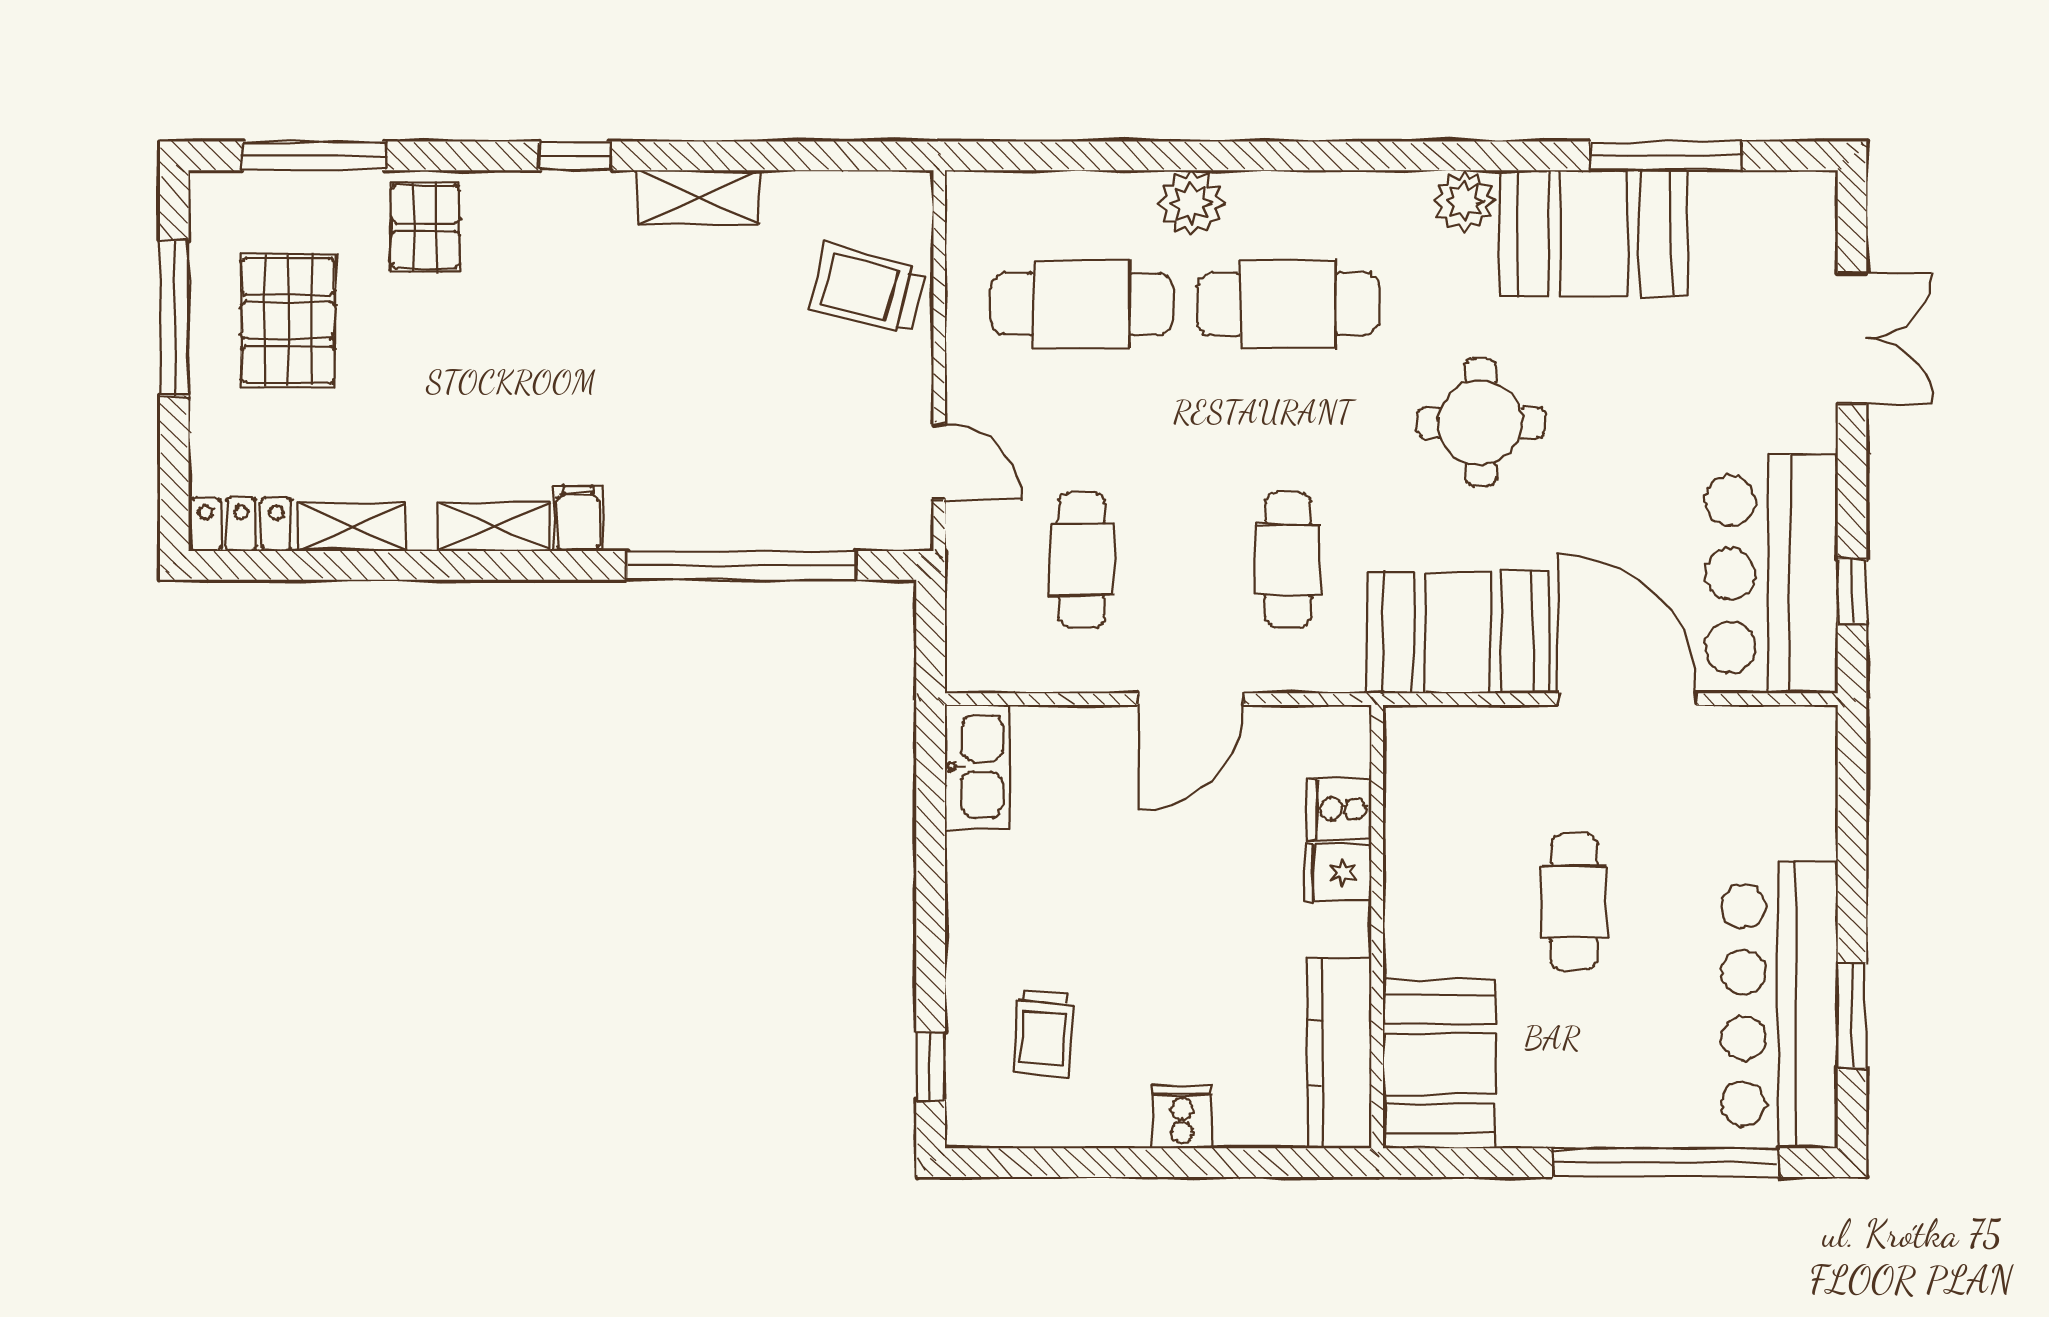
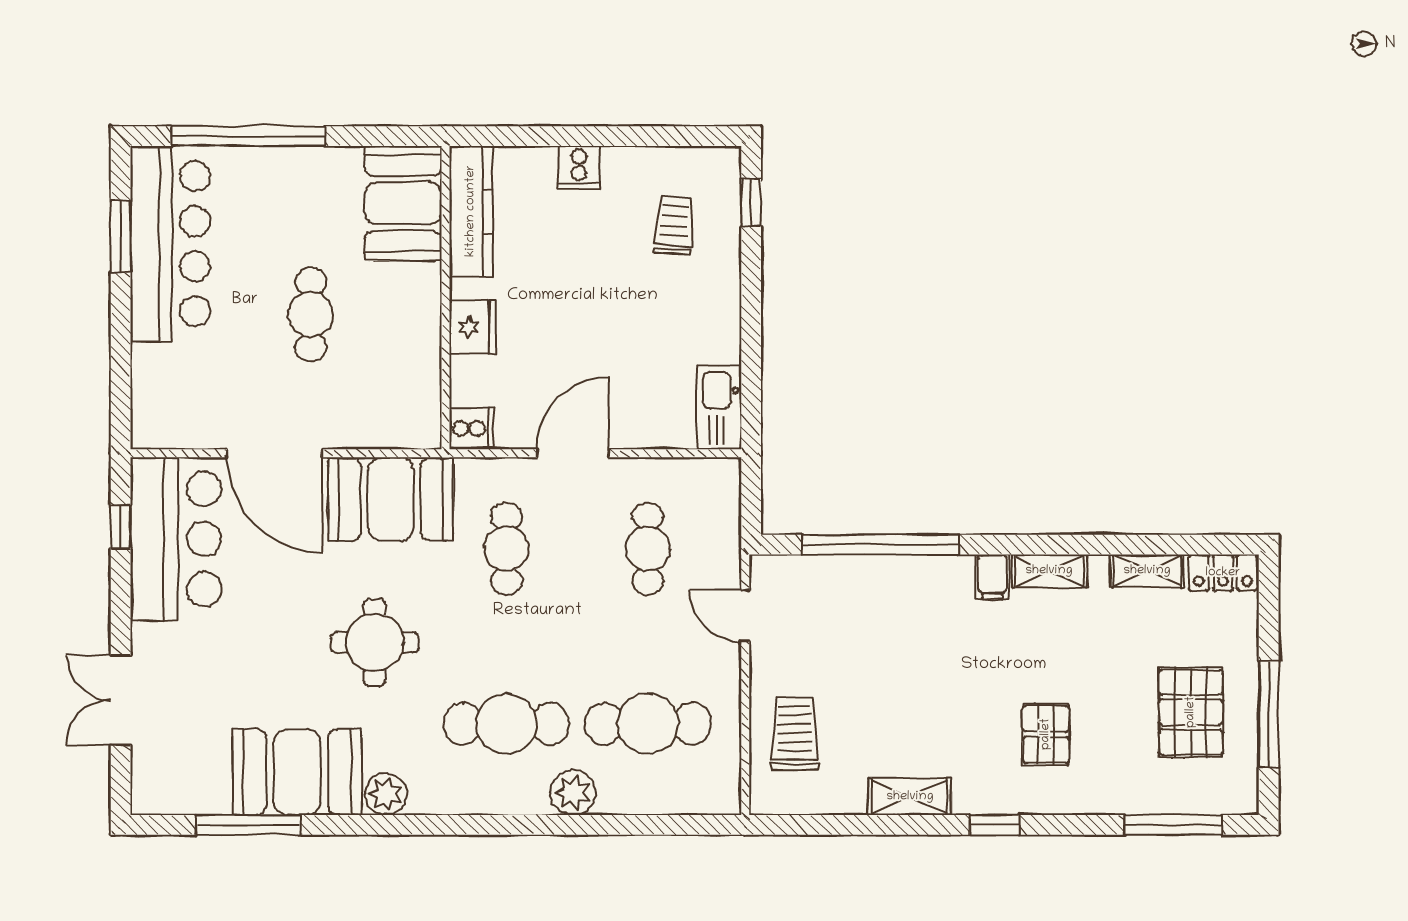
pallet: (425, 227) -> (1046, 734), moved
trolley: (867, 289) -> (795, 734), turned -105
cooker: (1339, 809) -> (472, 428), moved
fridge: (1337, 873) -> (473, 327), width x1.38

